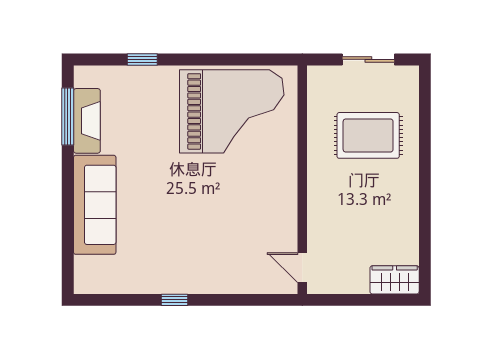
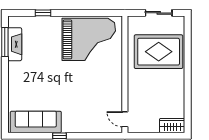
rug: (368, 135) -> (159, 52), width x1.37, depth x1.44
sofa: (95, 205) -> (36, 122), moved, turned -90

